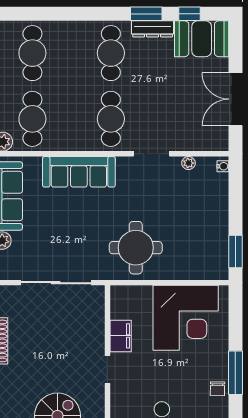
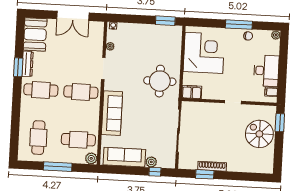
window: (190, 14) -> (20, 41), removed
cafe table: (32, 53) -> (38, 138), turned 90
filing cabinet: (121, 336) -> (192, 92), moved

